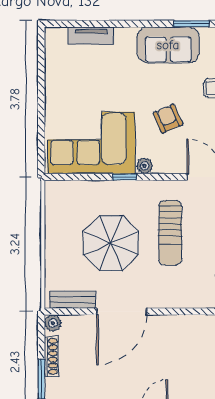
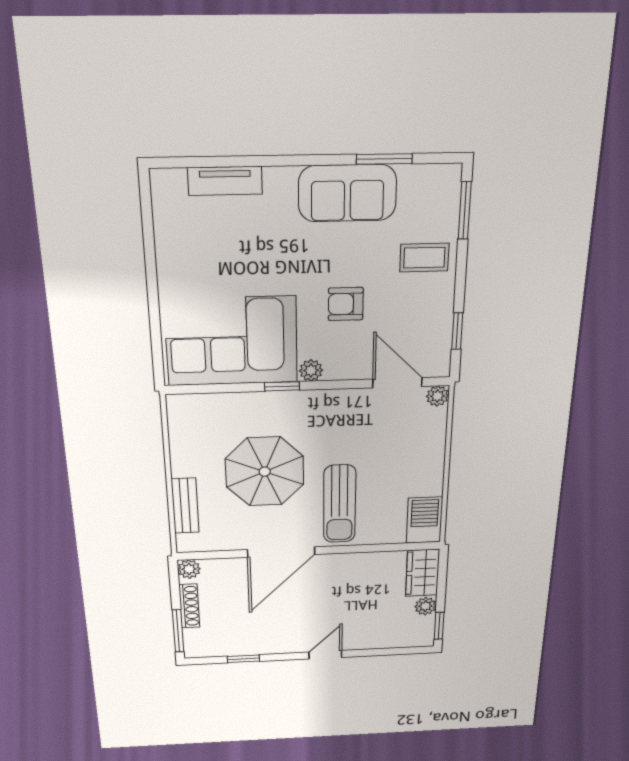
armchair: (168, 119) -> (346, 304), turned -66
sun lounger: (170, 233) -> (340, 504), moved
bench: (73, 300) -> (185, 506), moved, turned 90

